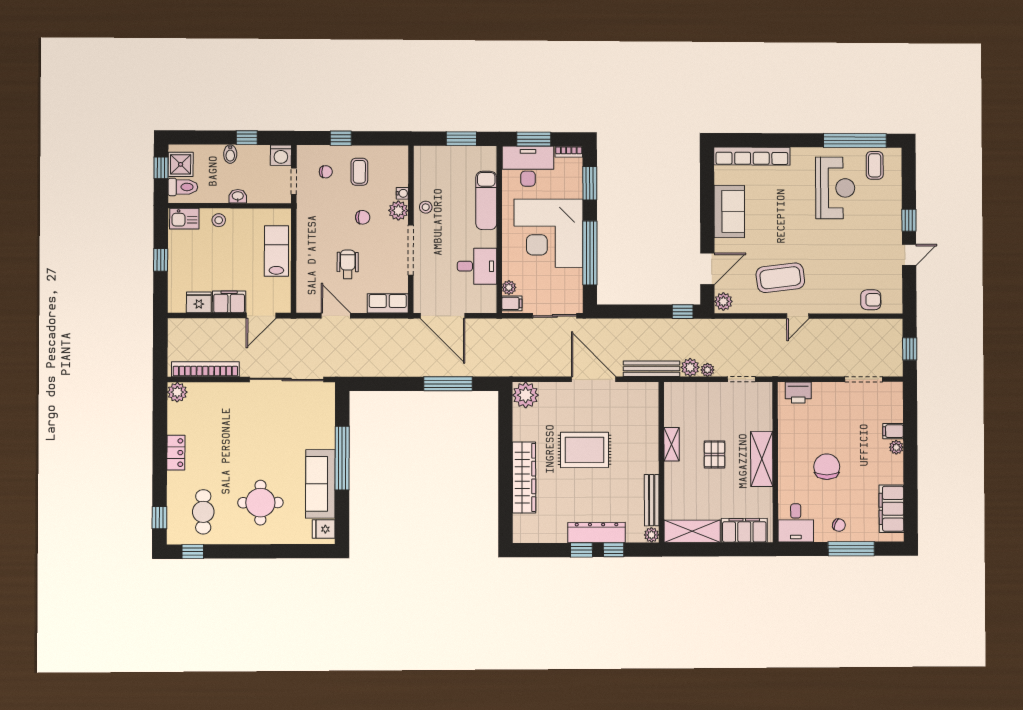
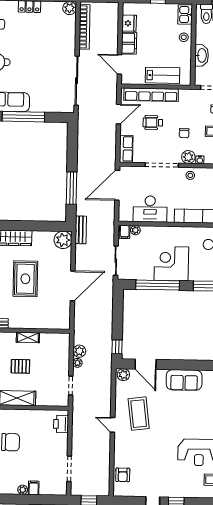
washbasin: (238, 196) -> (202, 55), width x1.91, depth x1.45
corner desk: (549, 233) -> (171, 264), width x0.74, depth x0.74
wheelchair: (348, 264) -> (153, 123), turned 180
desk: (477, 266) -> (150, 209), width x1.37
row of seats: (306, 268) -> (151, 95), added
bench: (651, 369) -> (81, 230), moved, width x0.73

